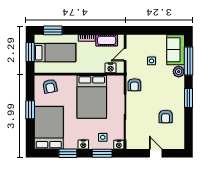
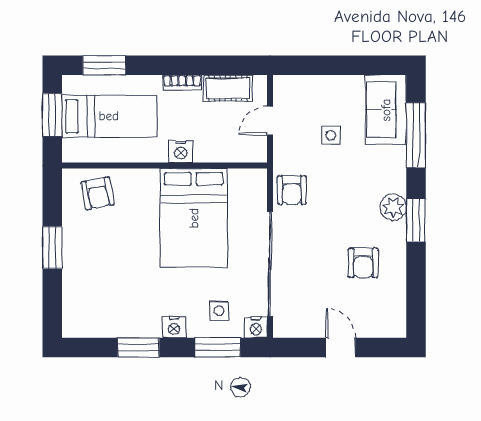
nightstand: (111, 68) -> (181, 151), moved
plant: (179, 72) -> (393, 207), moved
bed: (49, 128) -> (95, 289), removed

